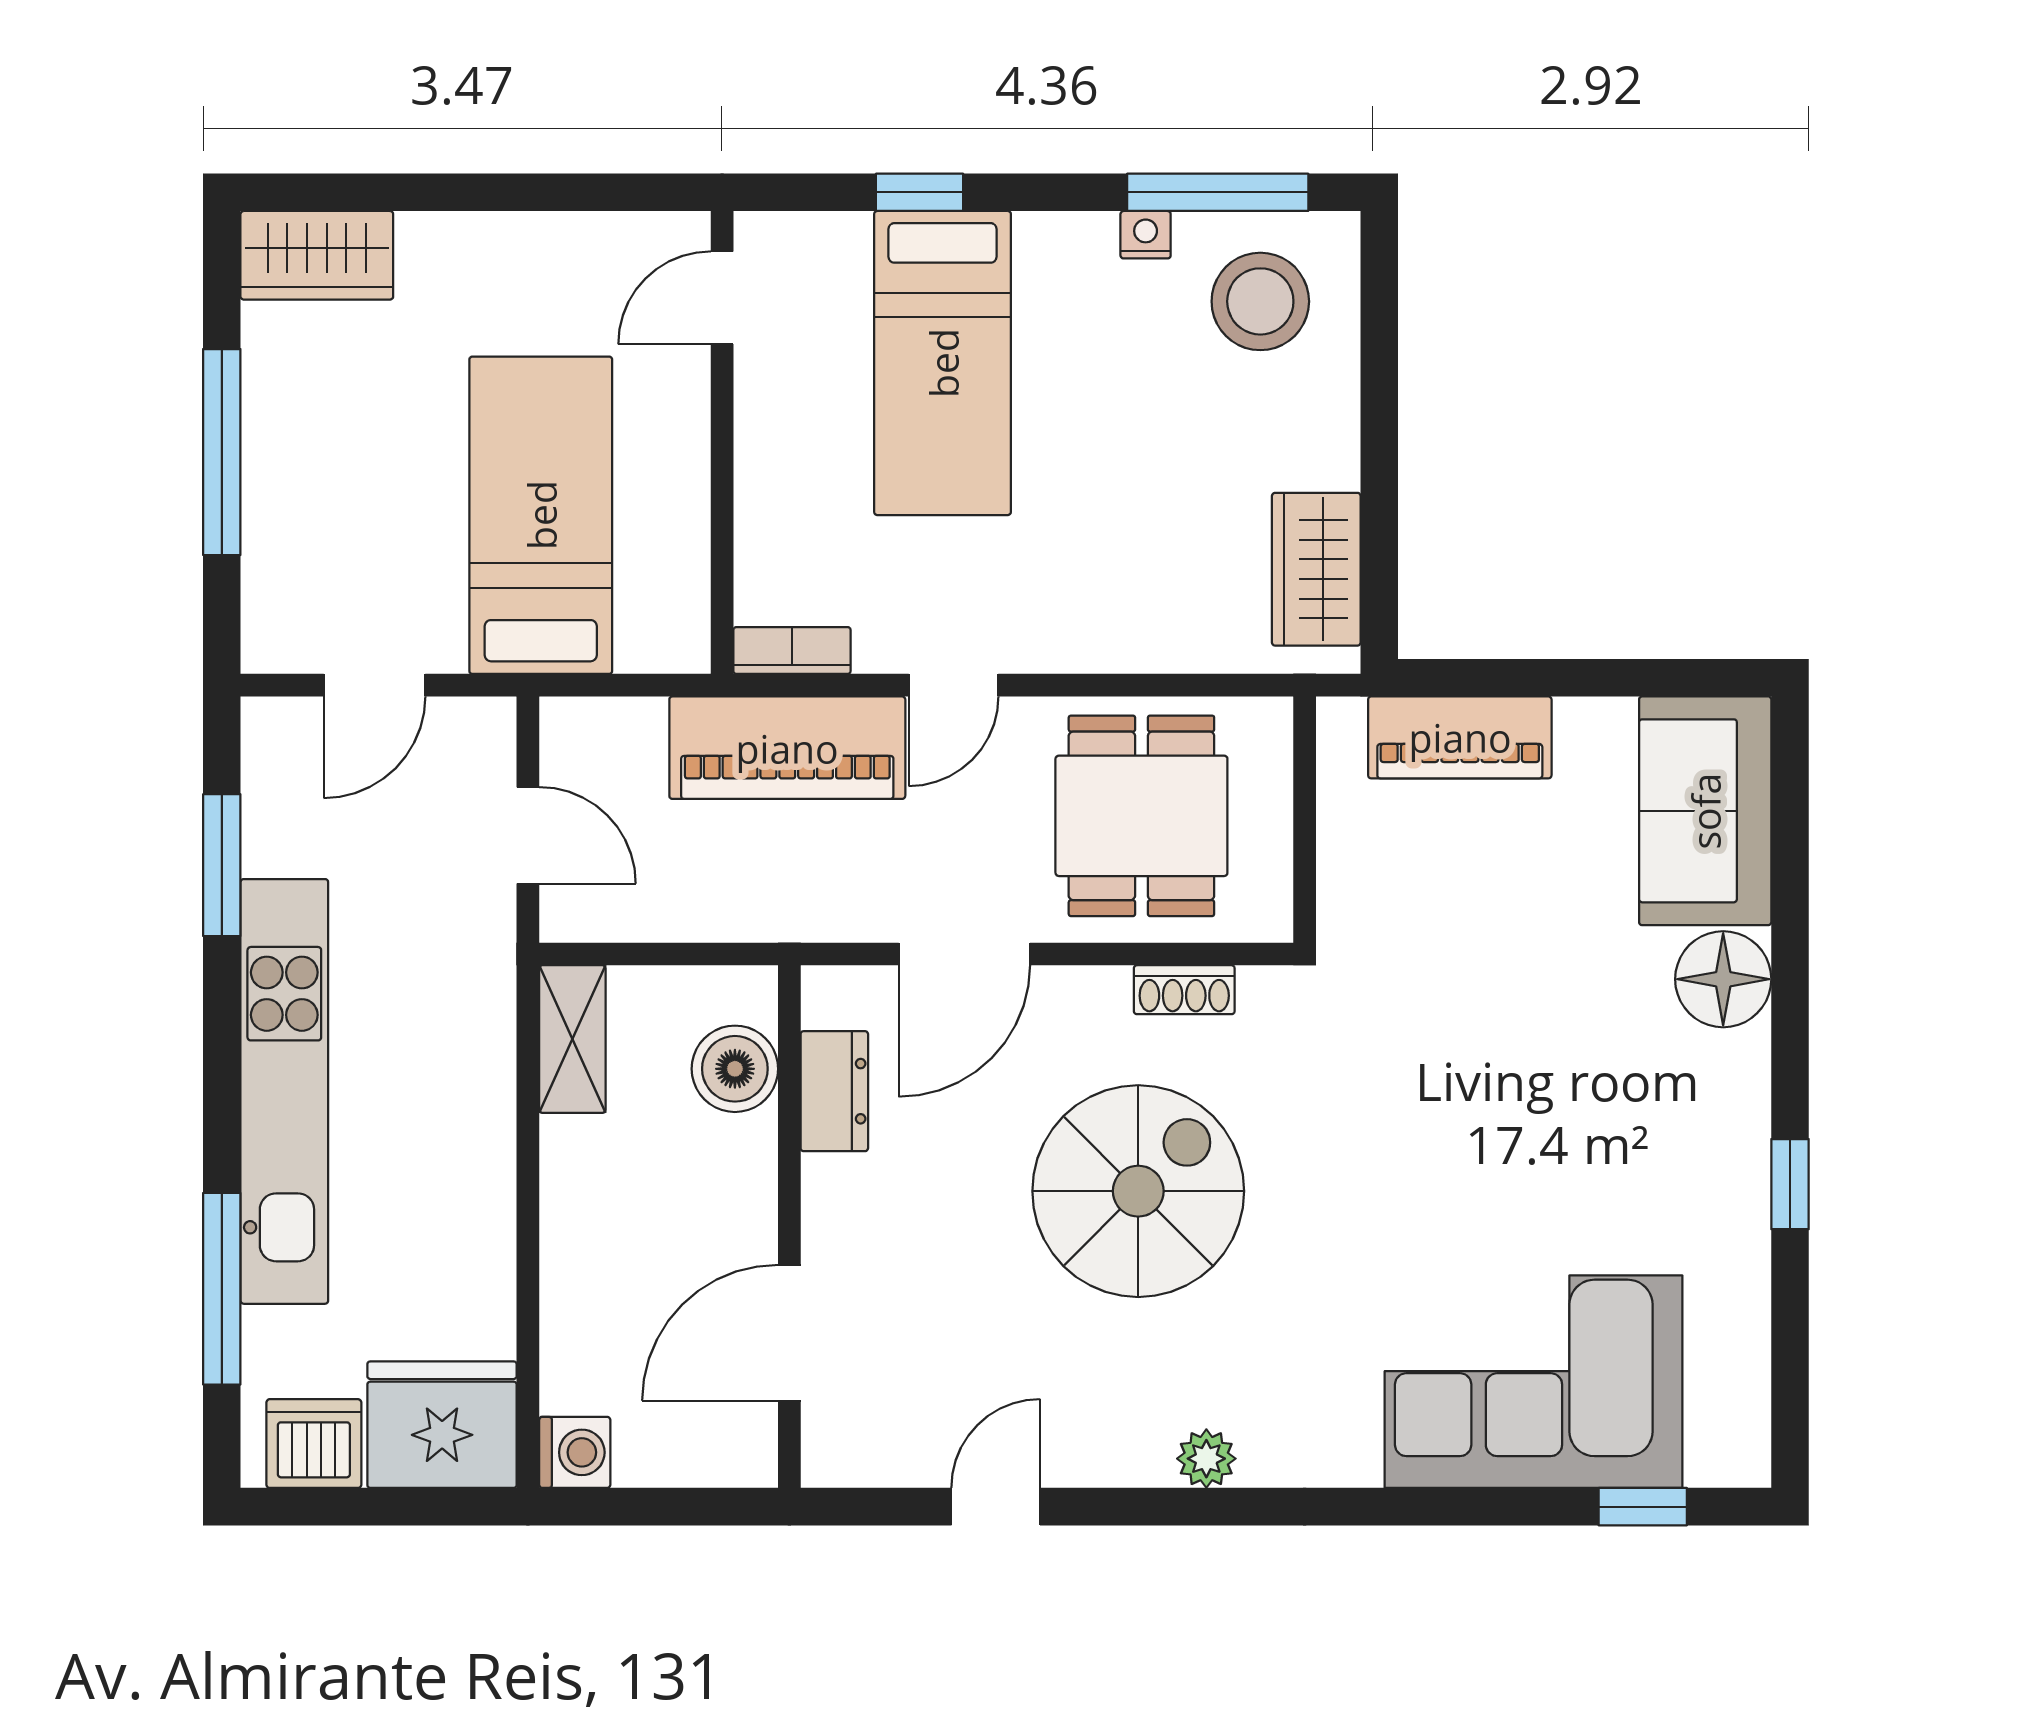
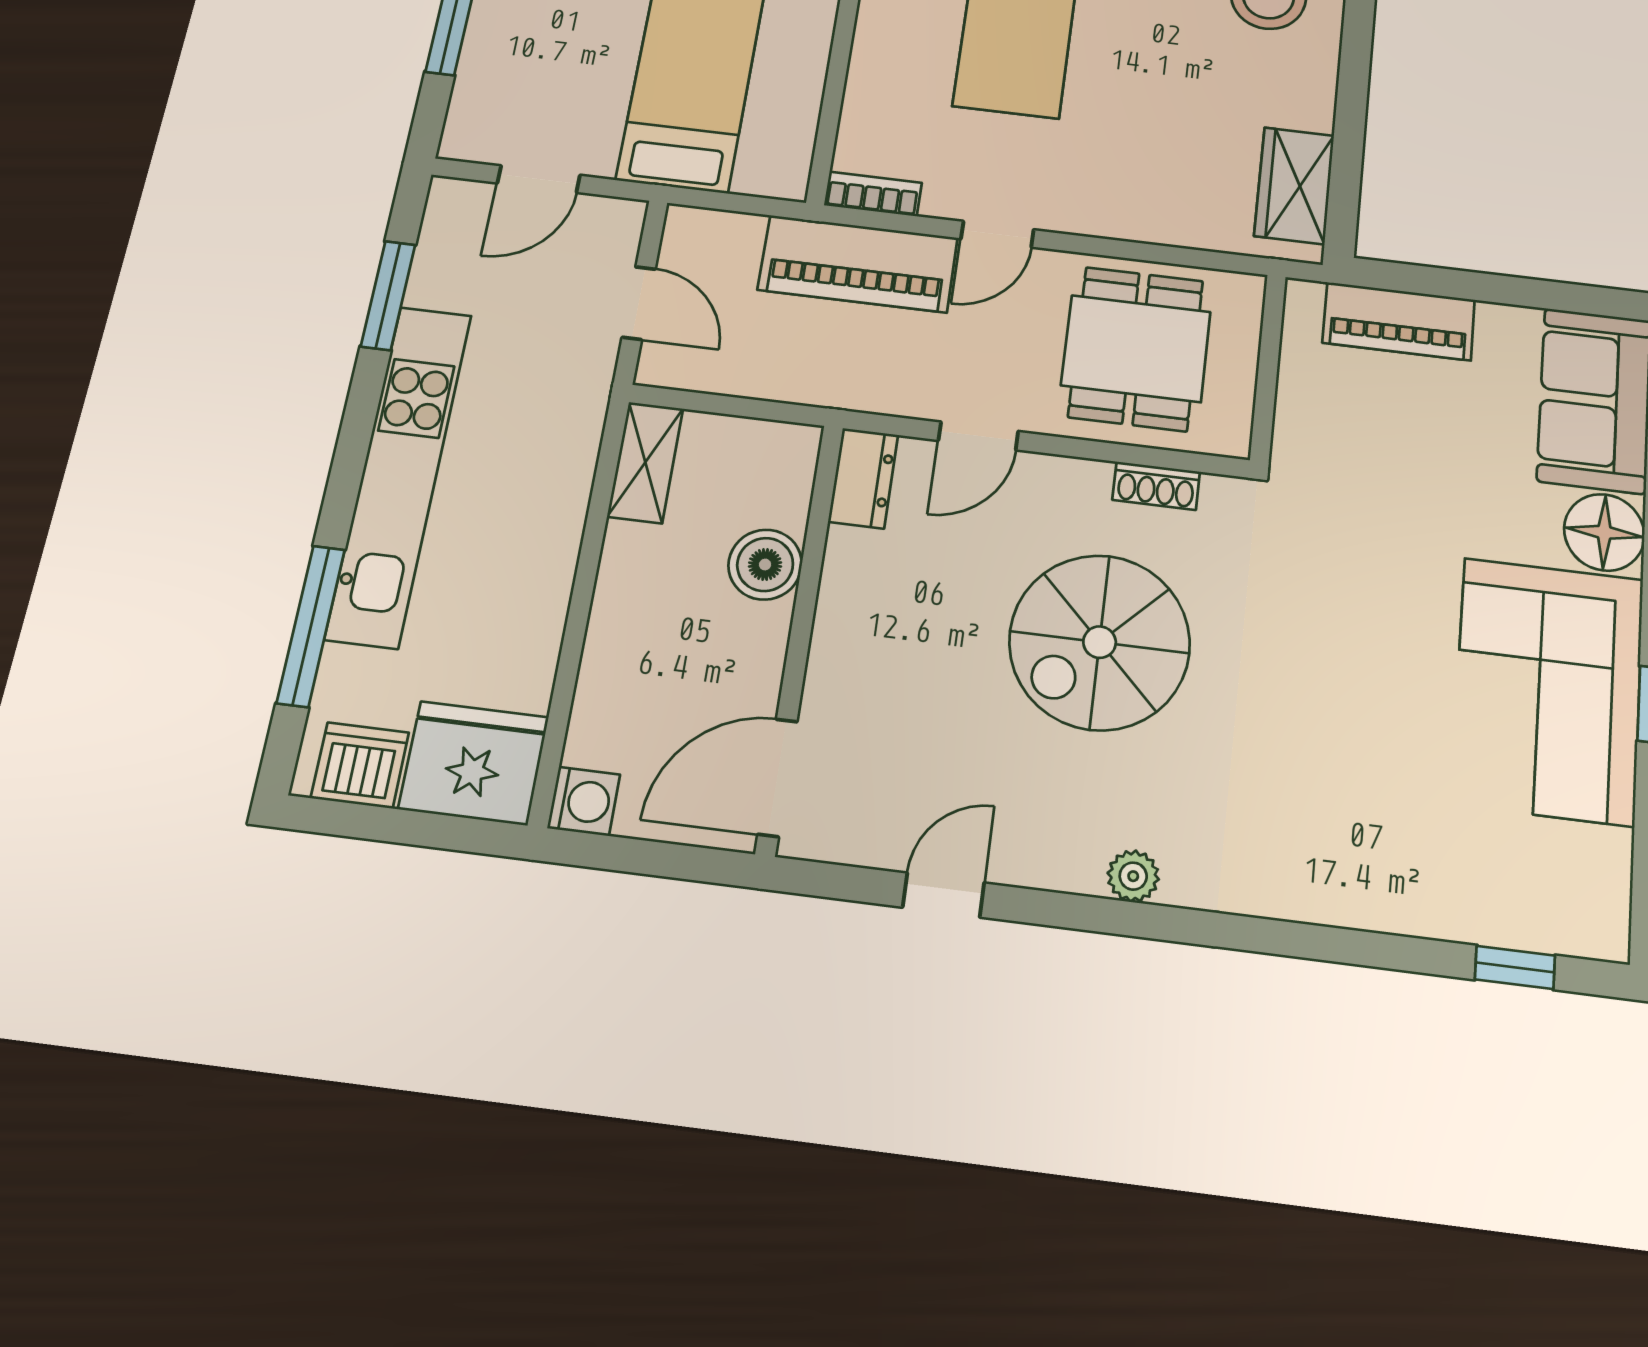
door: (964, 954) -> (978, 436), width x0.73
boiler: (735, 1069) -> (765, 565), moved
dresser: (834, 1091) -> (863, 478), moved
spiral stairs: (1138, 1191) -> (1100, 642), turned 180
door: (789, 1333) -> (777, 778), moved
corner sofa: (1534, 1382) -> (1548, 690), moved, turned -90

